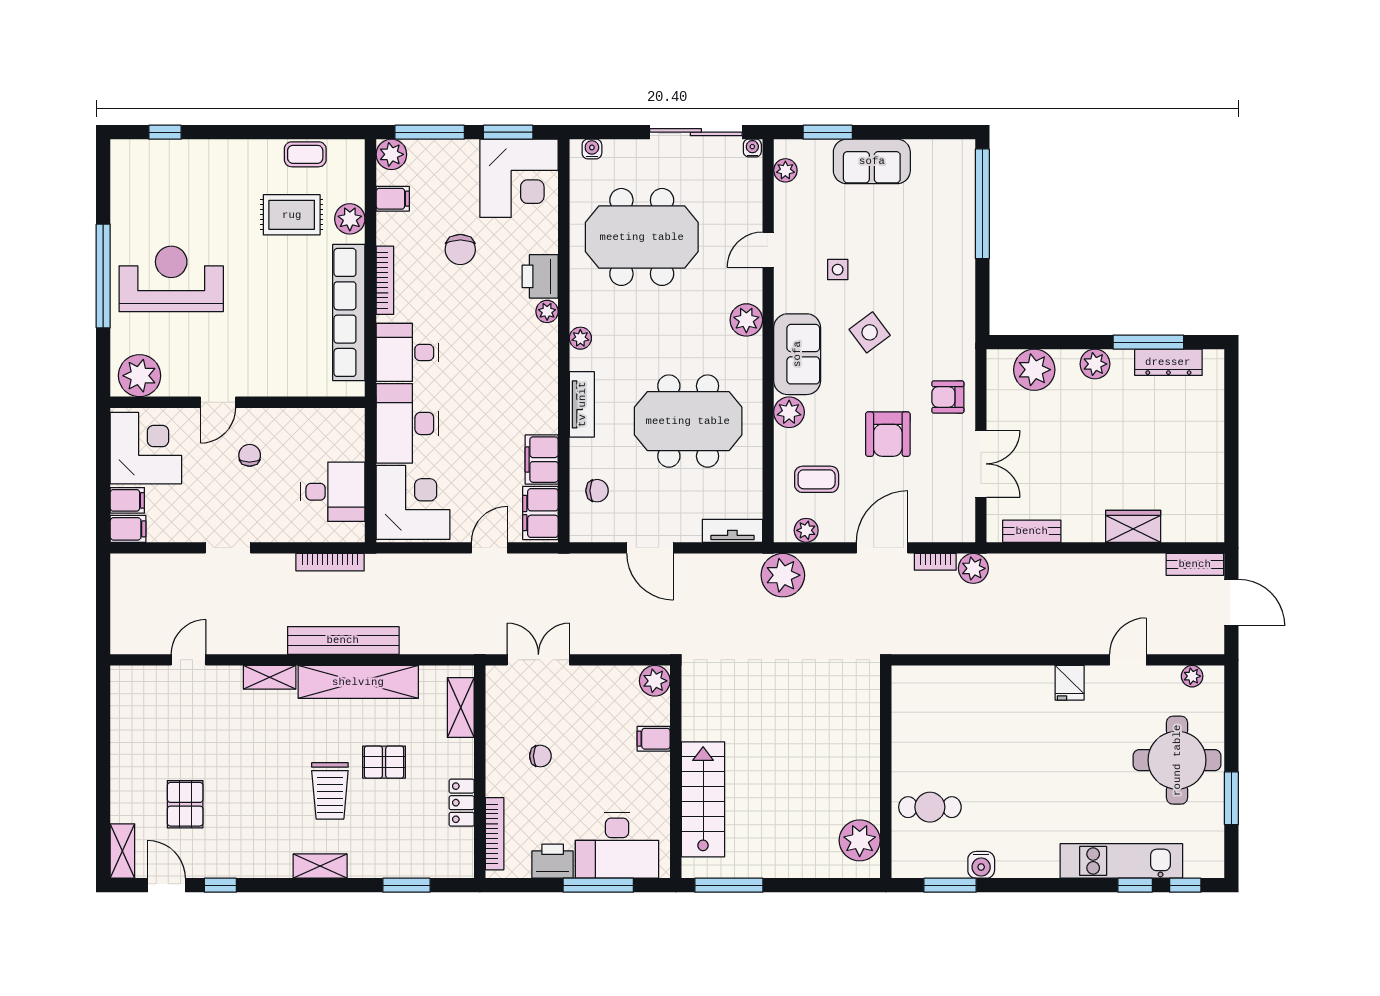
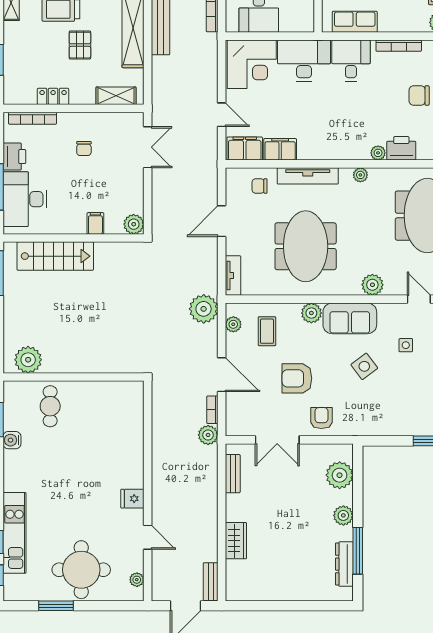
row of seats: (349, 312) -> (355, 22), width x0.50
tv unit: (582, 404) -> (308, 176), width x1.41
chair: (597, 491) -> (260, 186), turned 90

